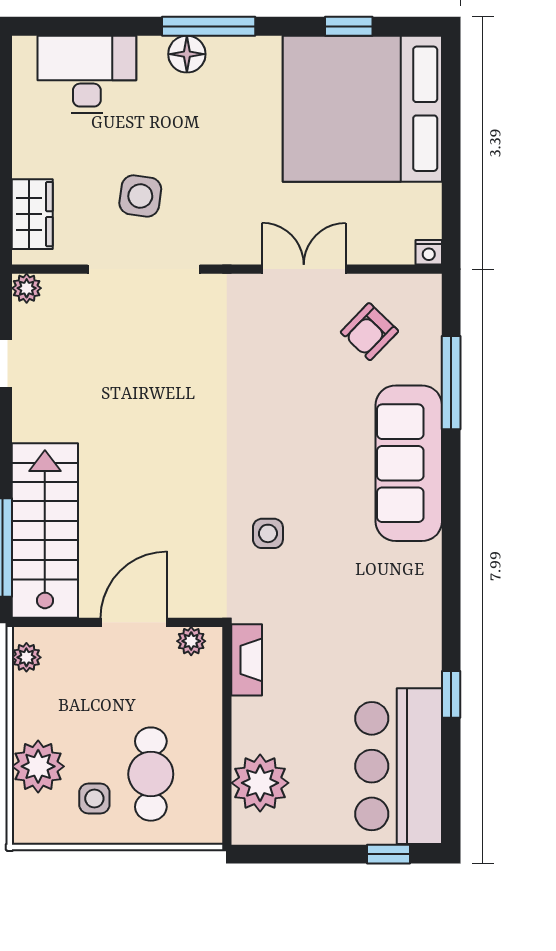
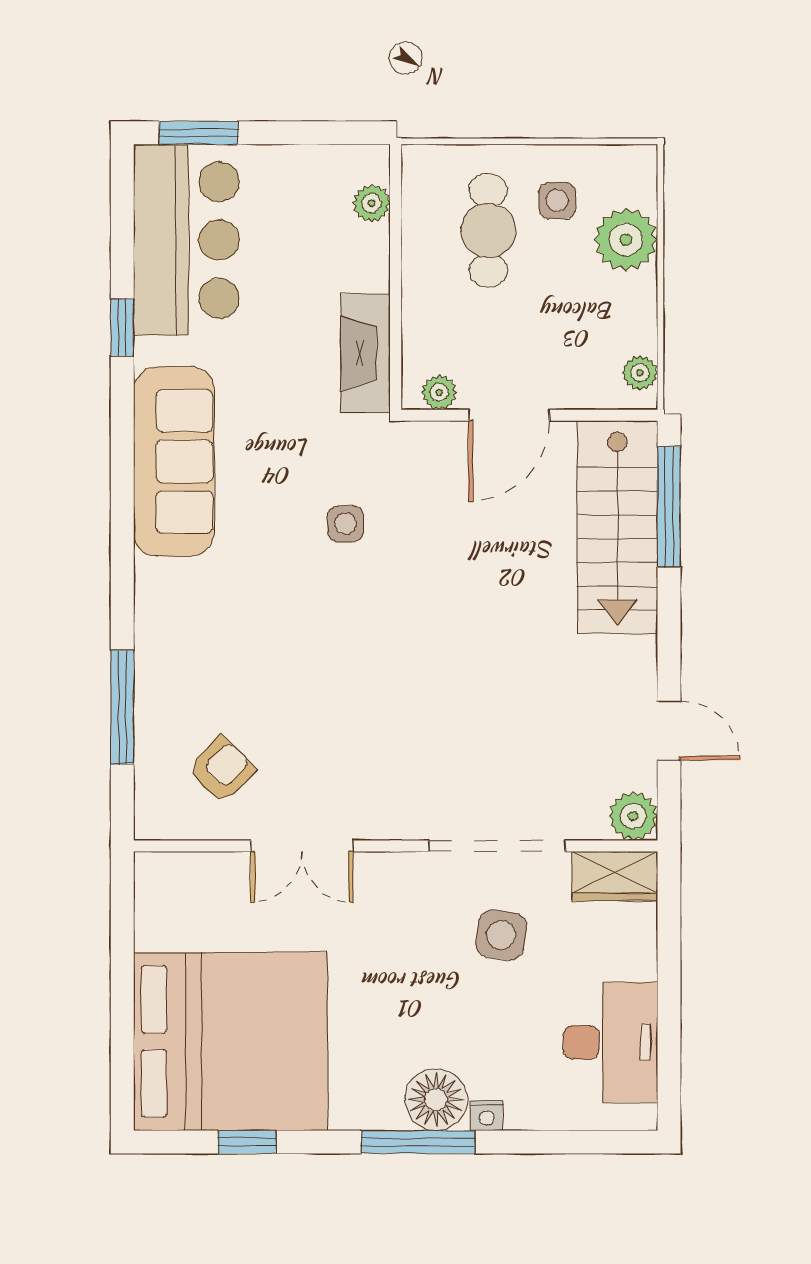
floor lamp: (187, 54) -> (436, 1100), width x1.38, depth x1.38
desk: (87, 74) -> (611, 1042), moved, turned -90
wardrobe: (32, 214) -> (615, 876), moved, turned -90
nightstand: (429, 252) -> (487, 1116), moved, turned 180
plant: (27, 288) -> (633, 816), width x1.38, depth x1.38
sofa: (409, 463) -> (174, 461), moved
fireplace: (247, 660) -> (366, 353), width x1.37, depth x1.32
plant: (260, 783) -> (372, 203), width x0.53, depth x0.53
window: (389, 854) -> (199, 133), width x1.50

